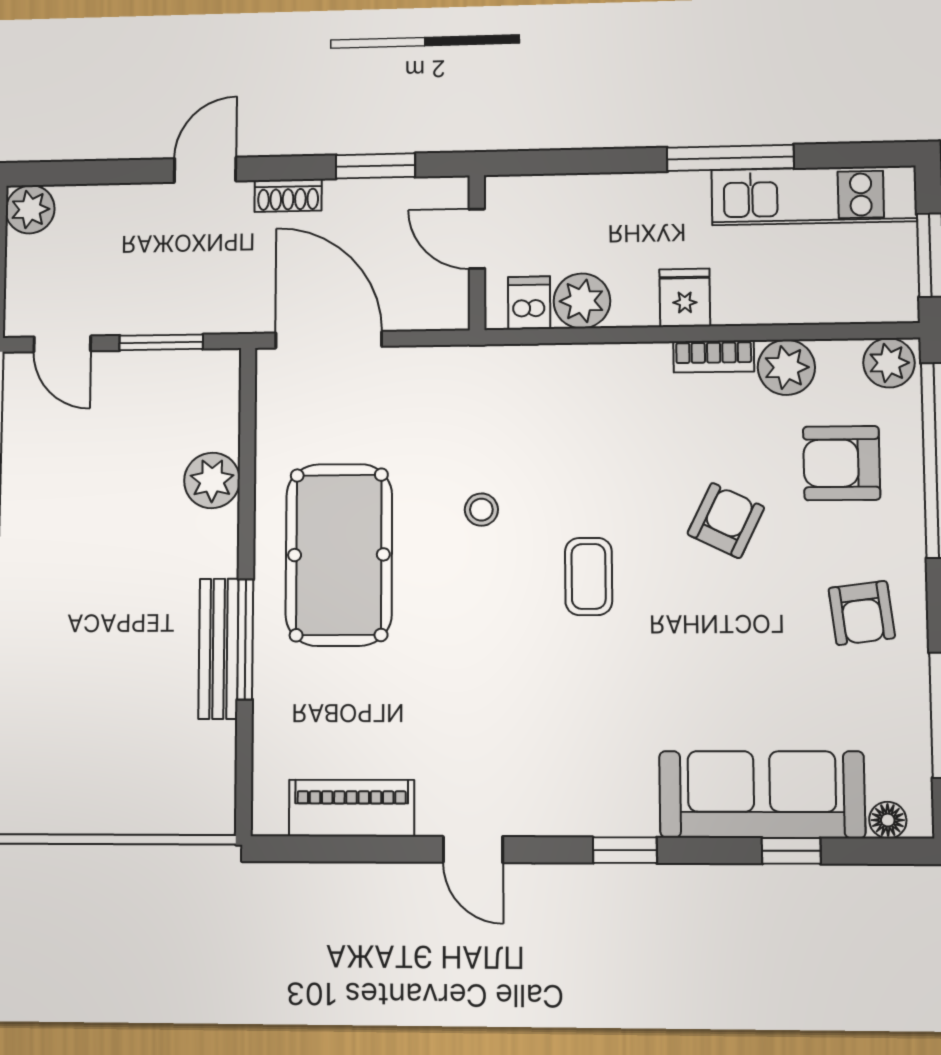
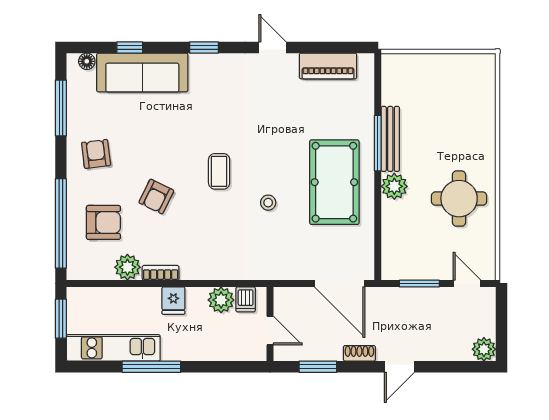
plant: (889, 363) -> (81, 269), removed
plant: (212, 480) -> (394, 186), moved
round table: (75, 522) -> (459, 199), added

